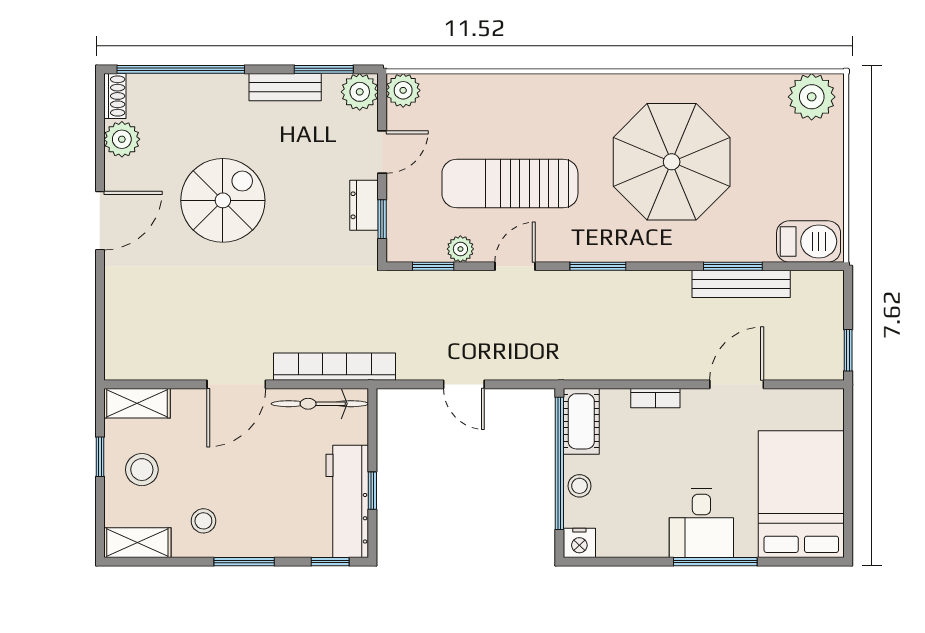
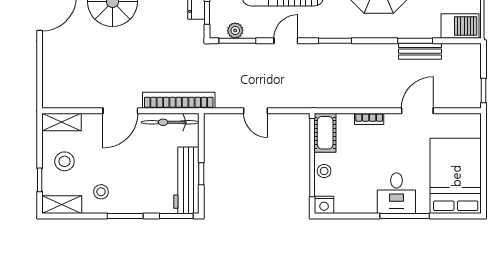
plant: (460, 249) -> (235, 30), moved
window: (433, 266) -> (237, 41), width x1.50
bench: (741, 284) -> (420, 51), width x0.73
window: (100, 457) -> (40, 180), moved
window: (330, 562) -> (176, 216), width x1.50

